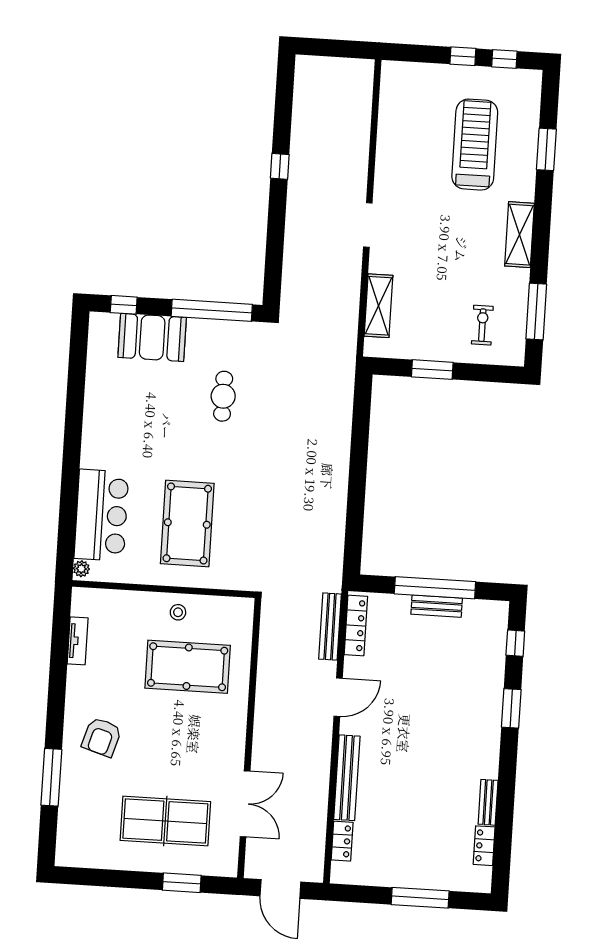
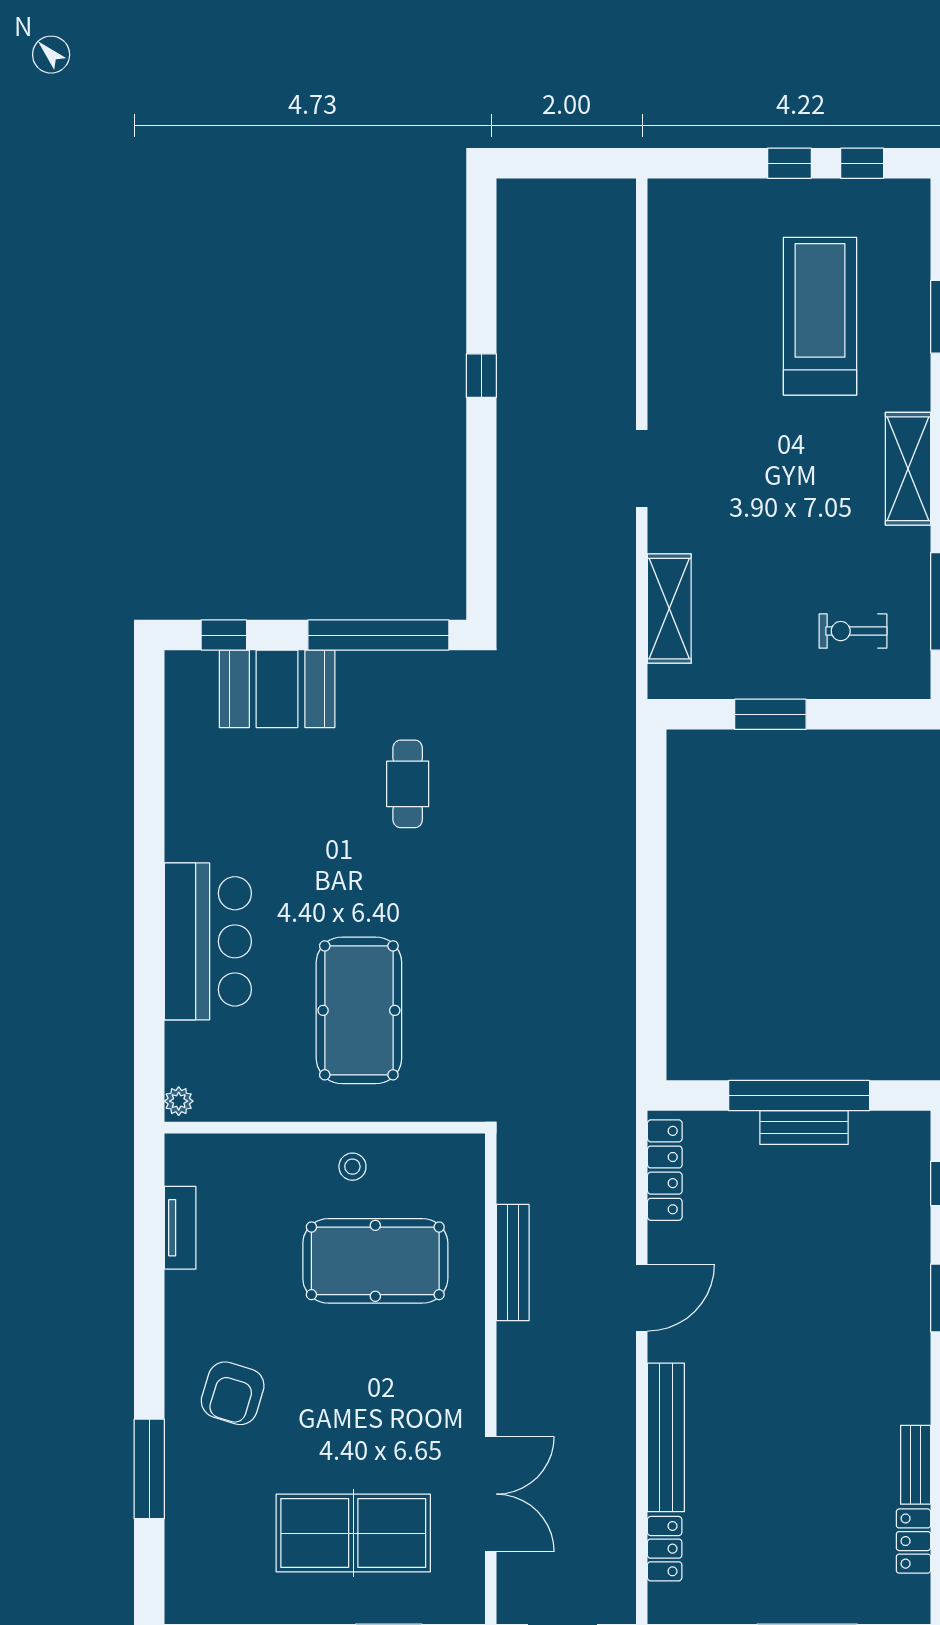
exercise bike: (482, 325) -> (853, 631), turned -90
bar counter: (101, 515) -> (208, 941), moved
bench: (330, 627) -> (513, 1263), moved

